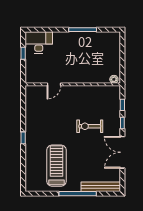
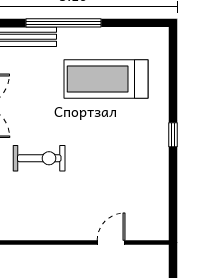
treadmill: (56, 166) -> (106, 79), turned 90

